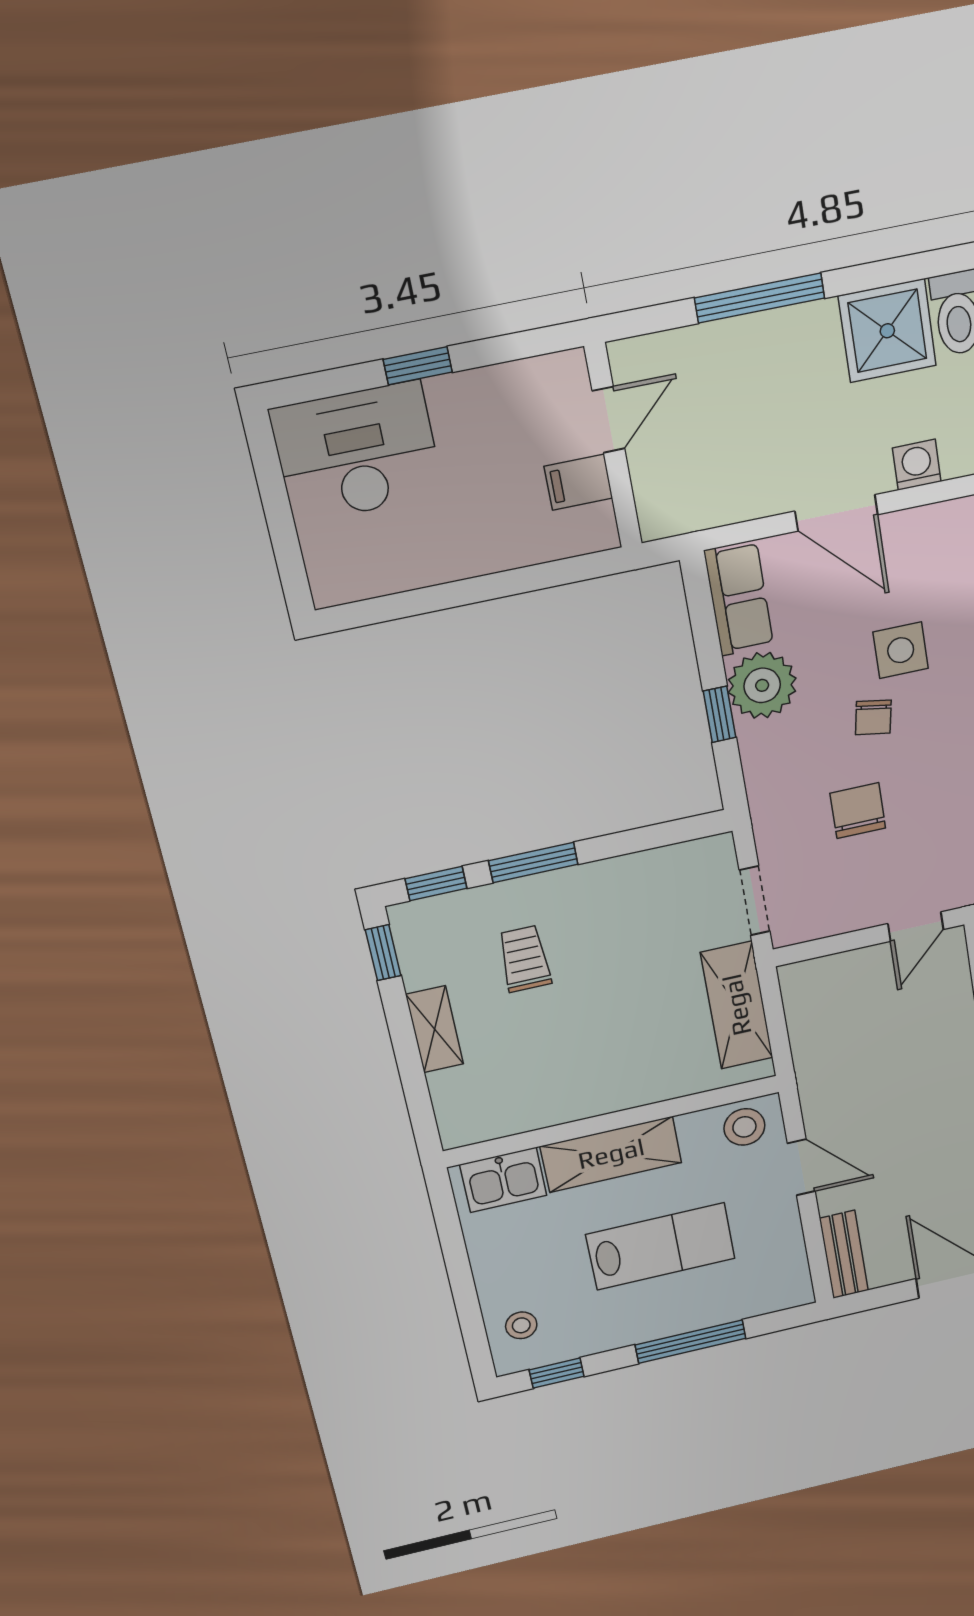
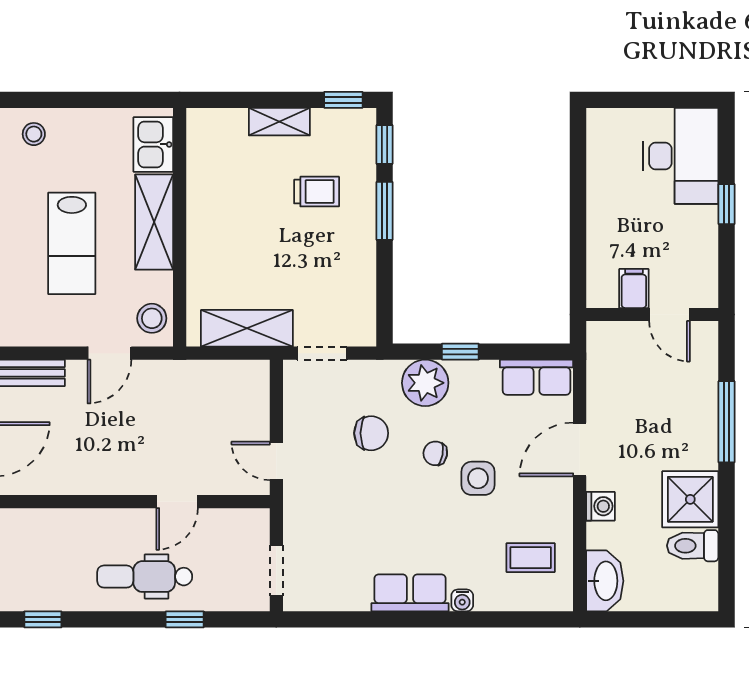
plant: (762, 685) -> (425, 383), moved

